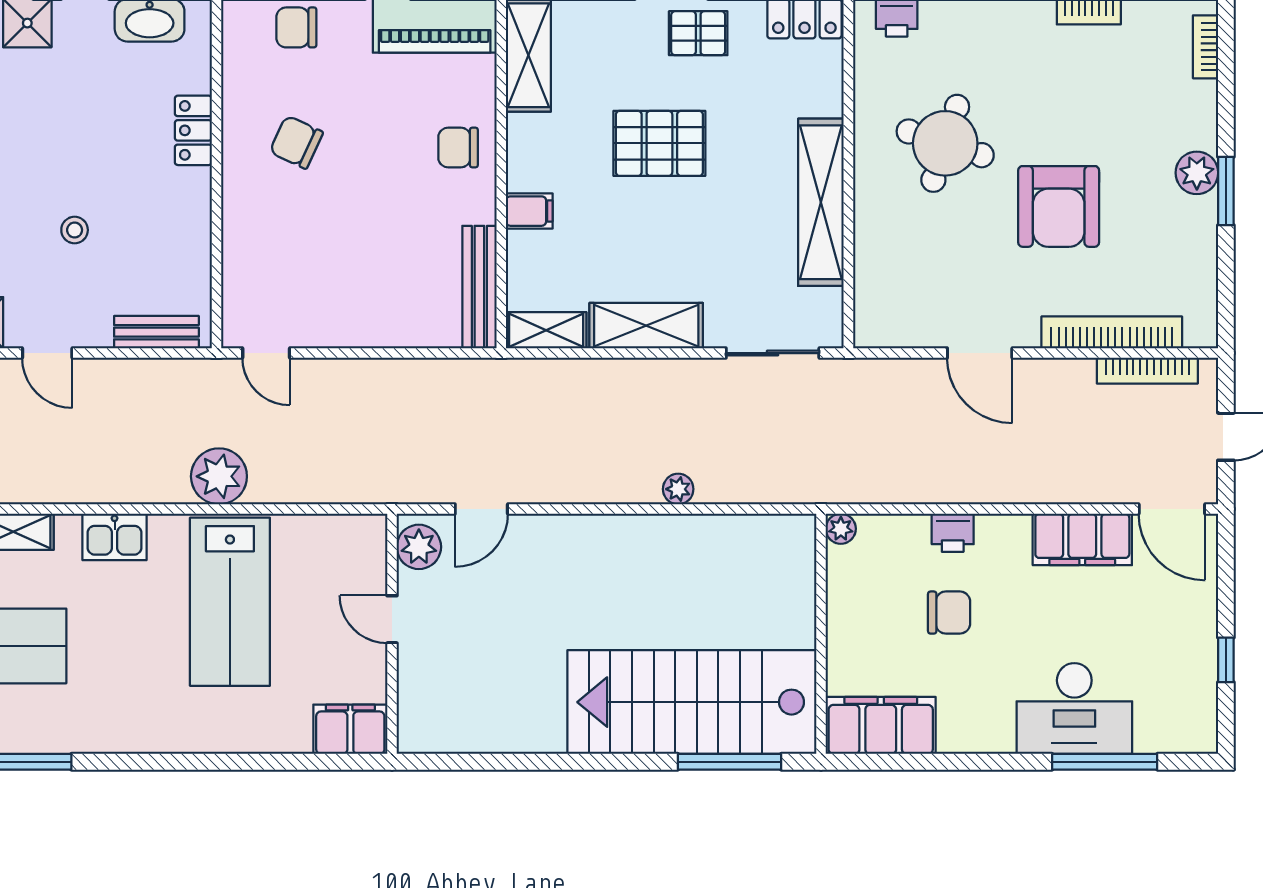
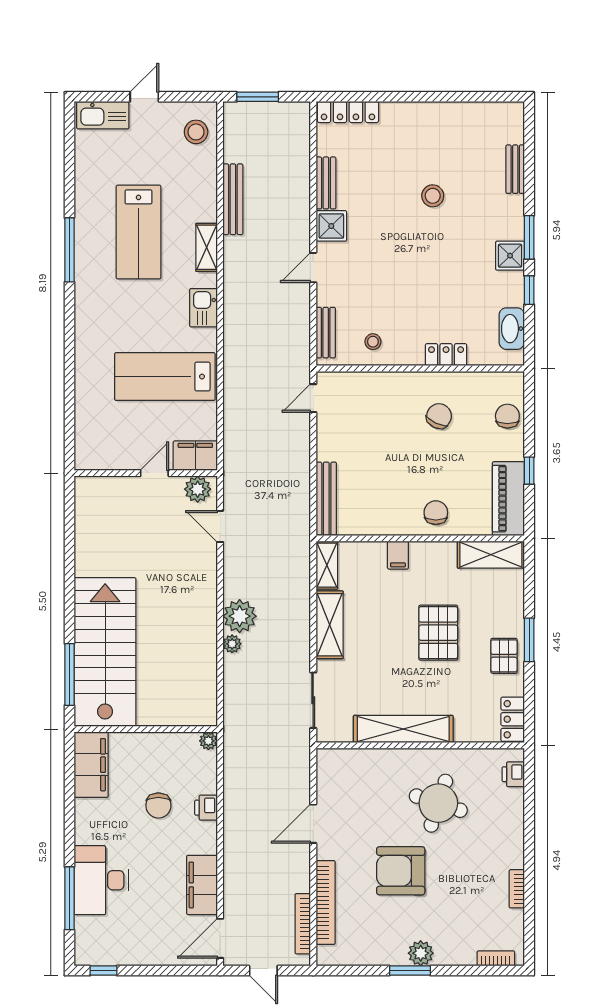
stool: (75, 230) -> (373, 342), moved
bench: (479, 287) -> (326, 499), moved, turned 90
plant: (219, 476) -> (240, 616), moved
window: (1226, 660) -> (104, 971), moved
filing cabinet: (350, 729) -> (195, 456), moved, turned -90

